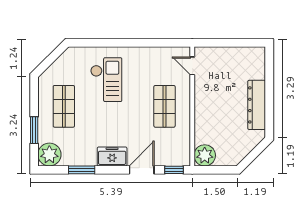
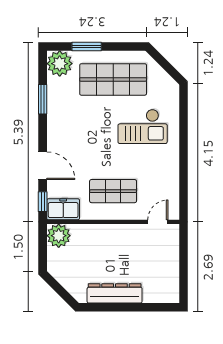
shop shelf: (64, 106) -> (113, 79), width x1.43, depth x1.36
freezer: (112, 156) -> (63, 209), moved, turned -90

